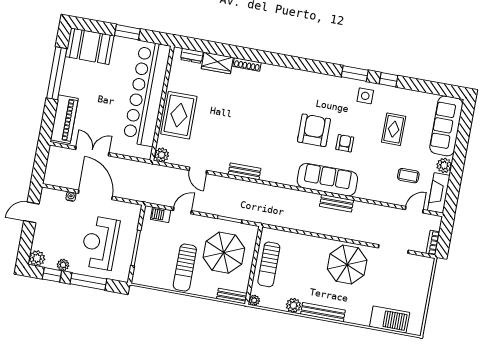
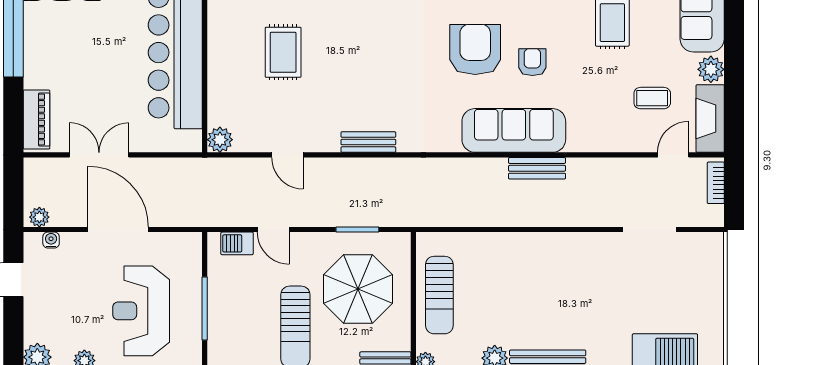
rug: (179, 115) -> (283, 52), moved, width x0.73, depth x0.70
piano: (64, 119) -> (37, 120), width x0.73, depth x0.75
plant: (52, 180) -> (39, 217), added
water cooler: (71, 197) -> (51, 240), moved
door: (182, 211) -> (273, 230), swing flipped
bookcase: (433, 243) -> (716, 183), moved
parasol: (347, 264) -> (574, 271), removed

